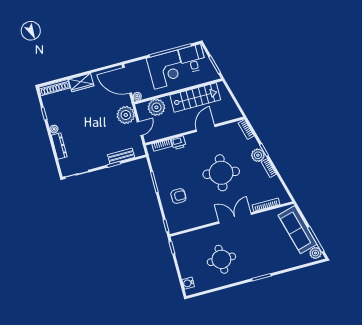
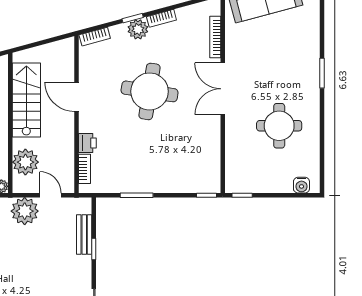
armchair: (178, 196) -> (167, 165), removed

